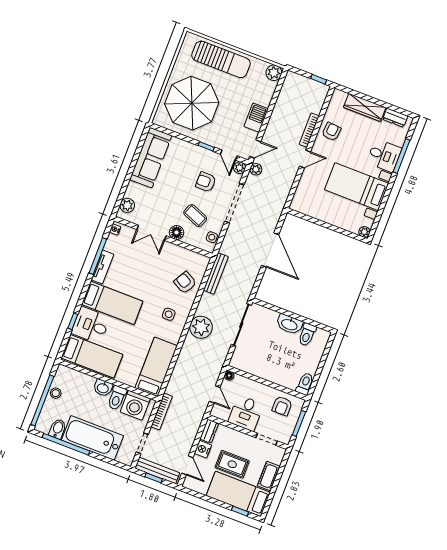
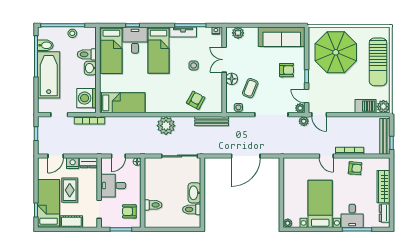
barbecue: (256, 118) -> (366, 106), moved
door: (229, 155) -> (307, 96), hinge flipped
armchair: (206, 182) -> (287, 70), moved, turned 90
side table: (169, 314) -> (194, 65), moved
toilet: (305, 384) -> (153, 205), moved
toilet: (117, 398) -> (87, 54), moved
bench: (157, 471) -> (385, 136), moved

